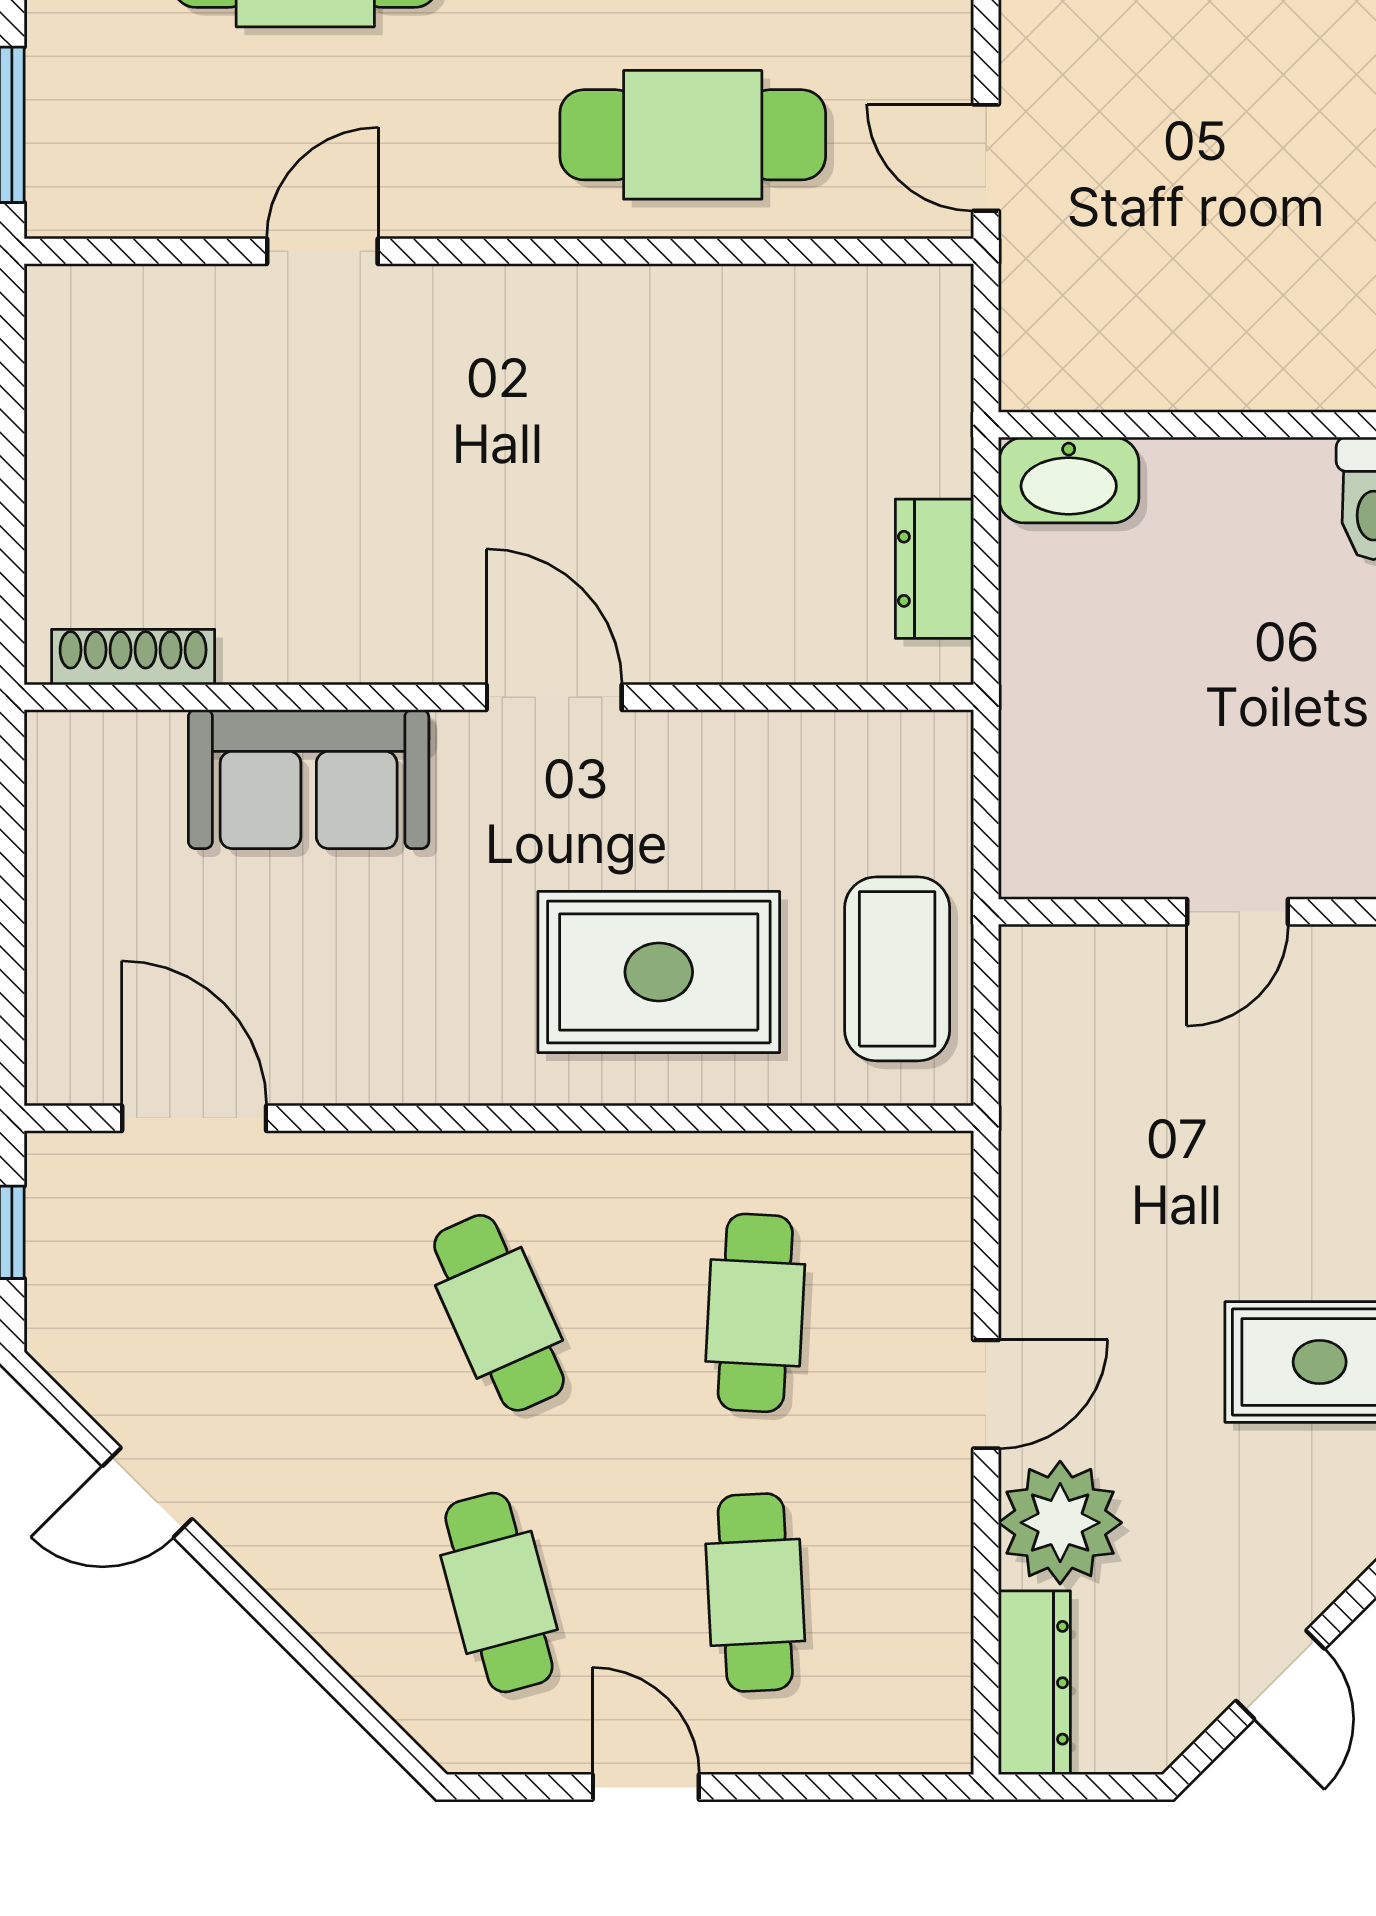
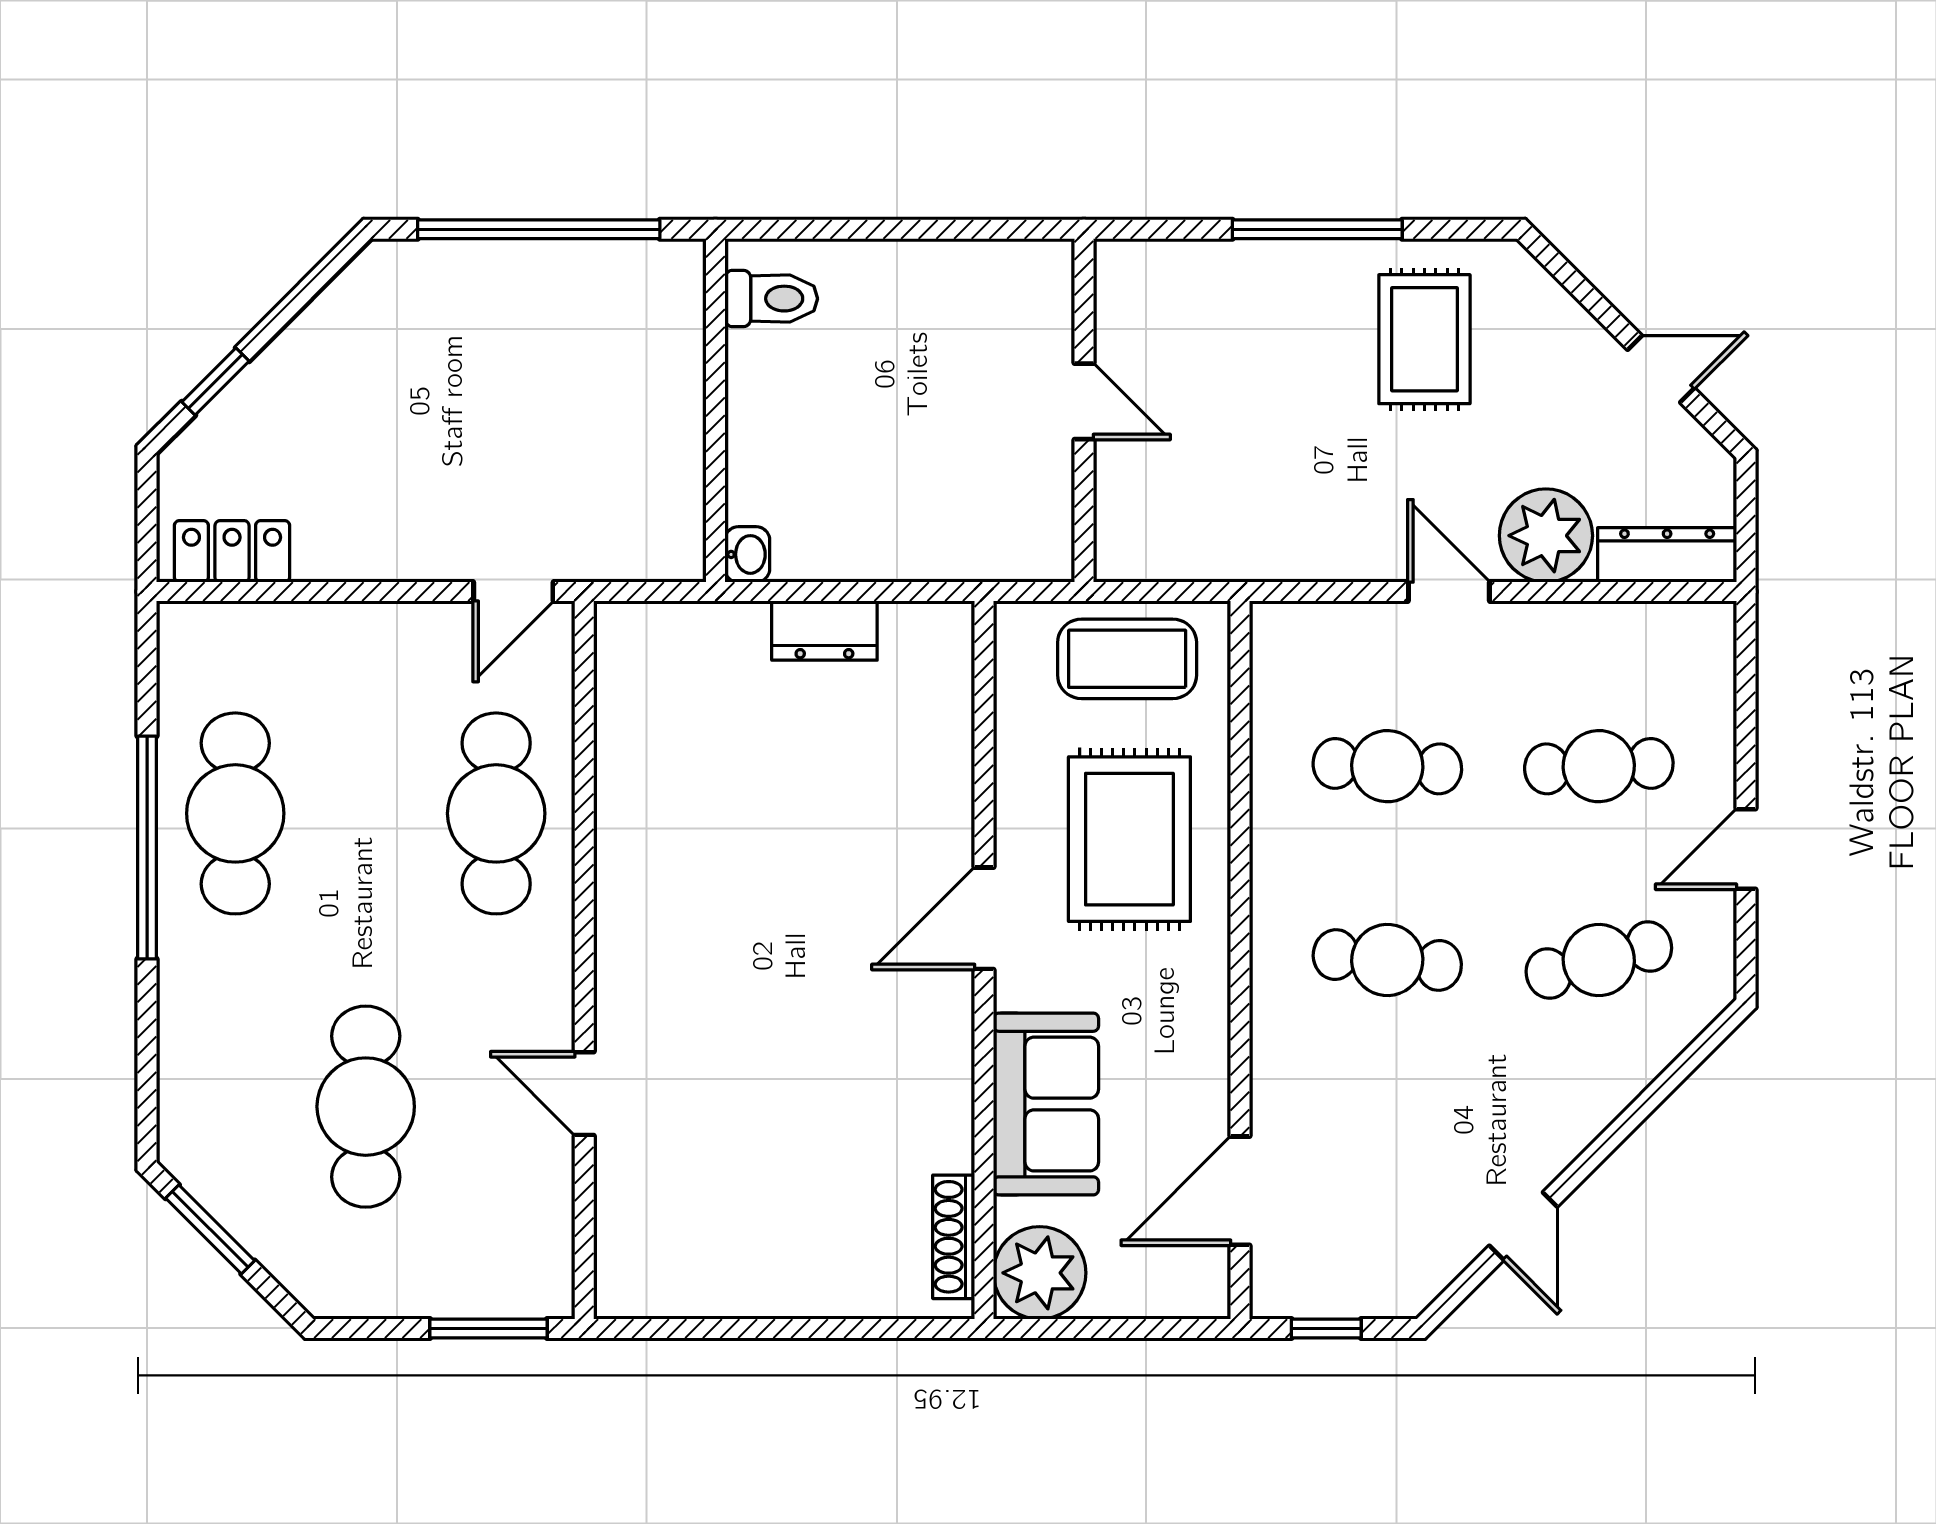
washbasin: (1069, 480) -> (747, 554), width x0.52, depth x0.69
shoe rack: (133, 657) -> (954, 1237), moved
wall: (499, 697) -> (984, 960), moved
door: (554, 697) -> (984, 918), moved
sofa: (309, 779) -> (1046, 1104), moved
plant: (85, 853) -> (1040, 1273), added
cafe table: (499, 1313) -> (1387, 960), turned 30

